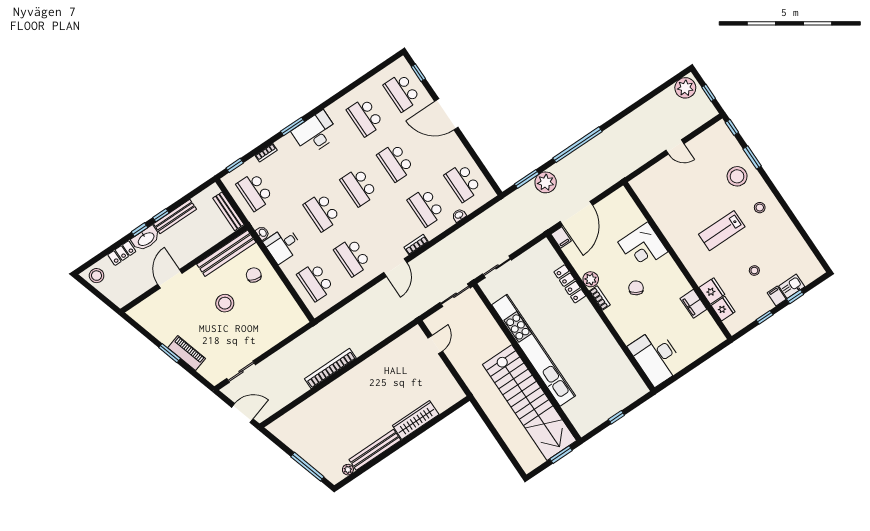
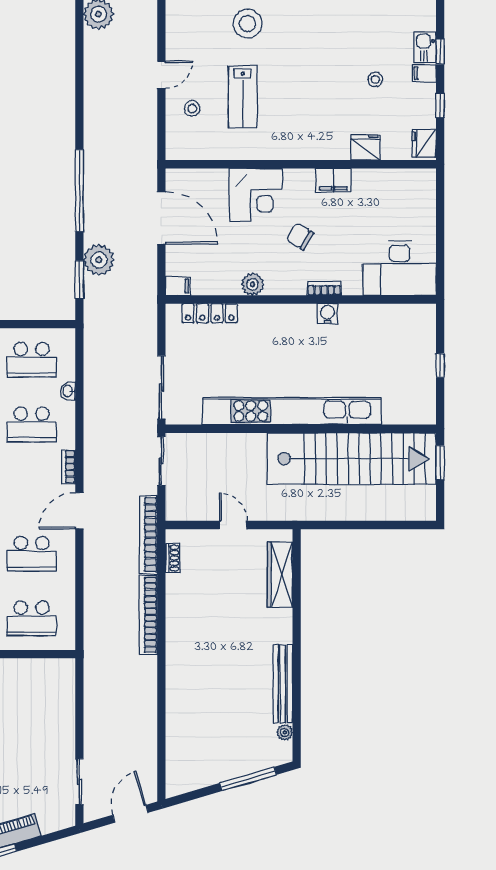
stool: (760, 208) -> (192, 108), moved
door: (576, 213) -> (161, 218), moved
lab bench: (722, 231) -> (243, 97), moved
sliding door: (497, 267) -> (161, 387), width x1.37
door: (395, 268) -> (79, 511), swing flipped
locker: (570, 284) -> (210, 313), moved
bookcase: (600, 298) -> (324, 289), moved
filing cabinet: (693, 304) -> (333, 180), moved
fridge: (723, 309) -> (424, 143), moved, turned -90
bookcase: (408, 316) -> (148, 535), added
water cooler: (603, 333) -> (327, 314), added
shoe rack: (404, 339) -> (173, 558), added
door: (435, 345) -> (233, 525), moved
bookcase: (330, 368) -> (148, 615), moved
wardrobe: (416, 420) -> (280, 575), moved

